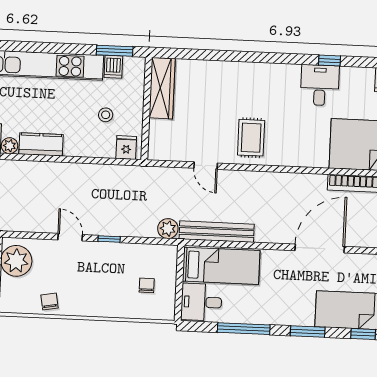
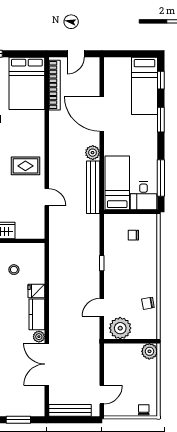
fridge: (126, 147) -> (36, 291), moved
door: (206, 166) -> (47, 197), hinge flipped
plant: (168, 229) -> (93, 153), moved
door: (70, 237) -> (102, 307), moved
window: (244, 329) -> (161, 178), moved

